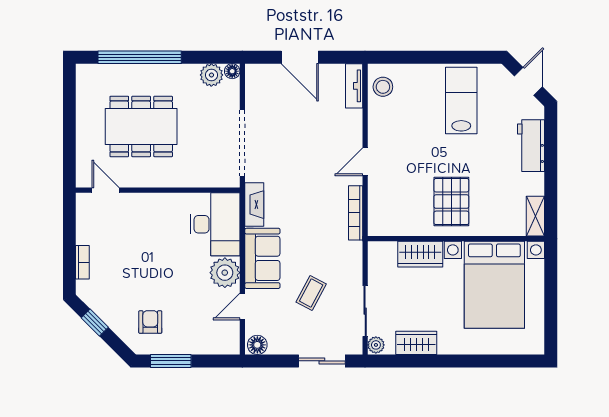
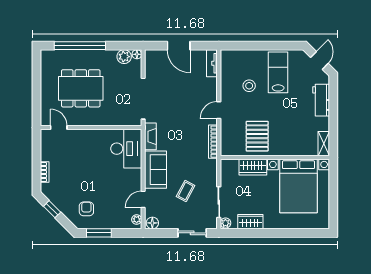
stool: (383, 87) -> (249, 86), moved
pallet: (451, 202) -> (257, 136), moved
plant: (225, 273) -> (137, 220), moved, width x0.53, depth x0.53

